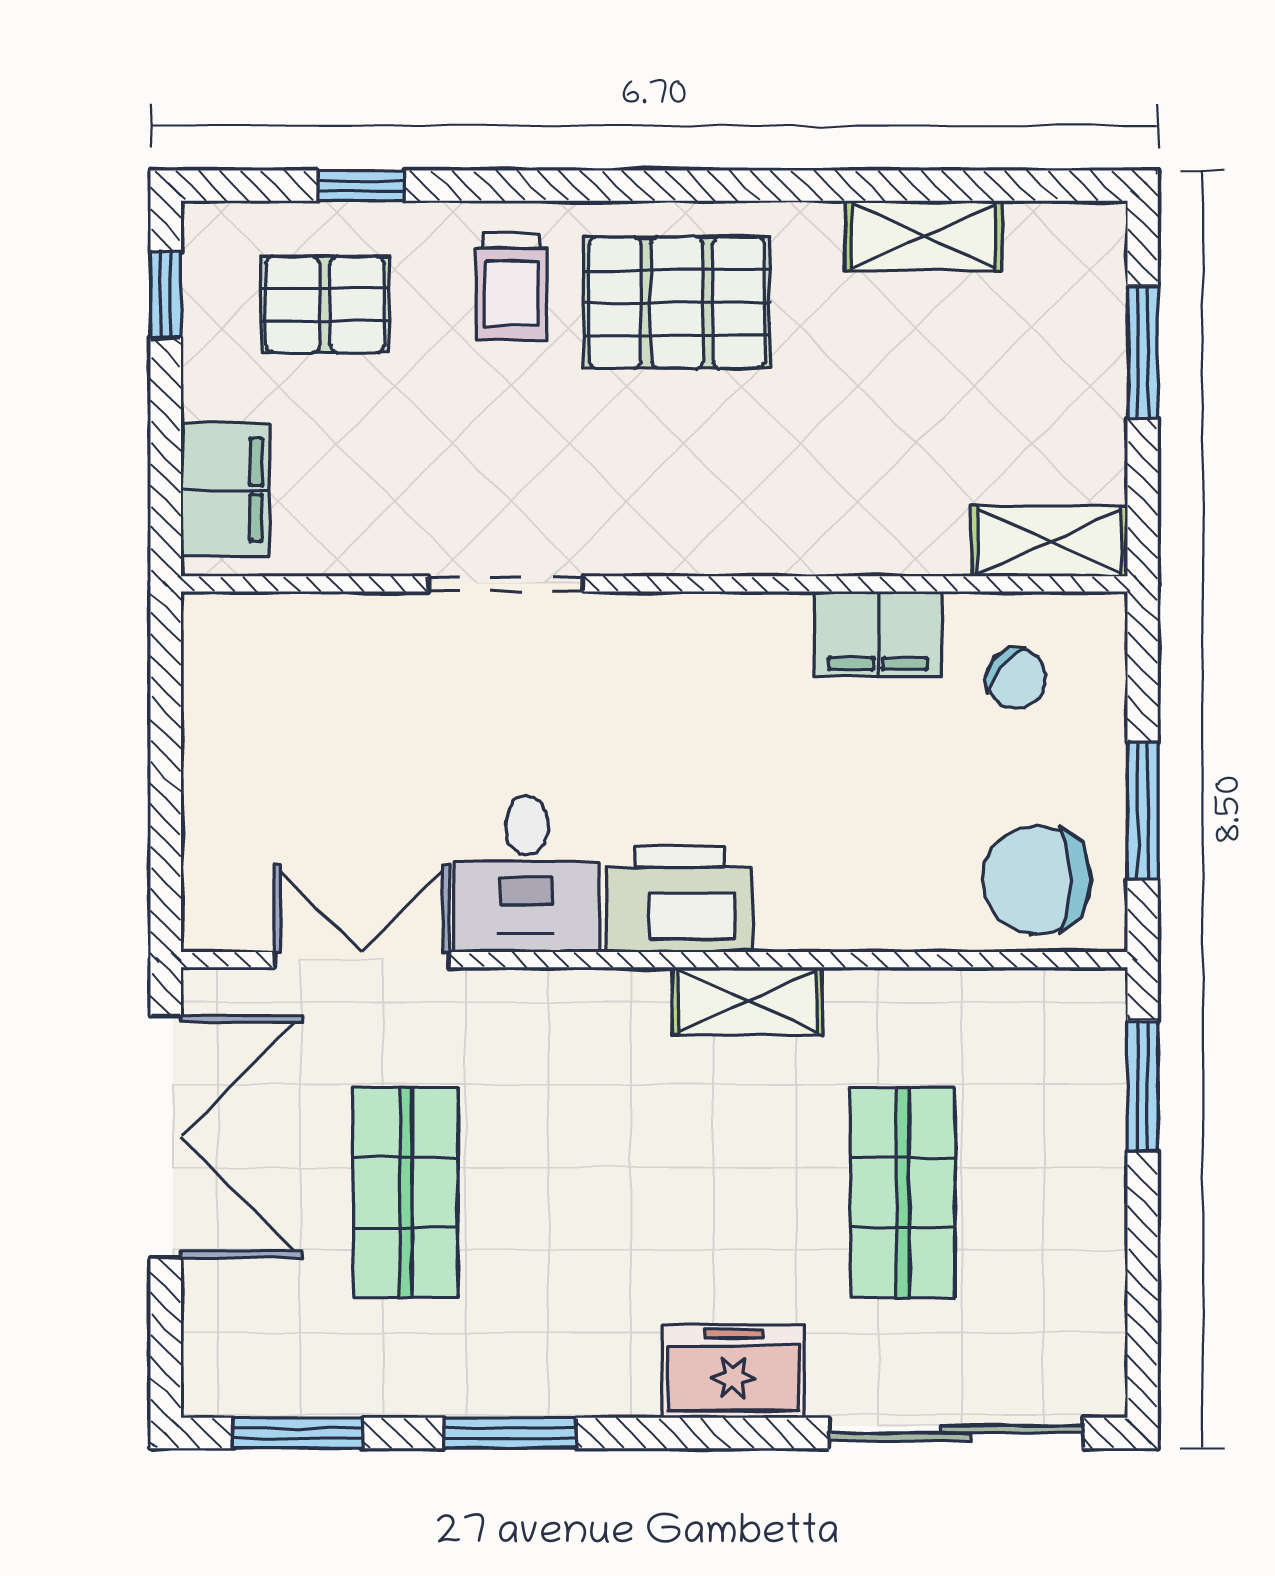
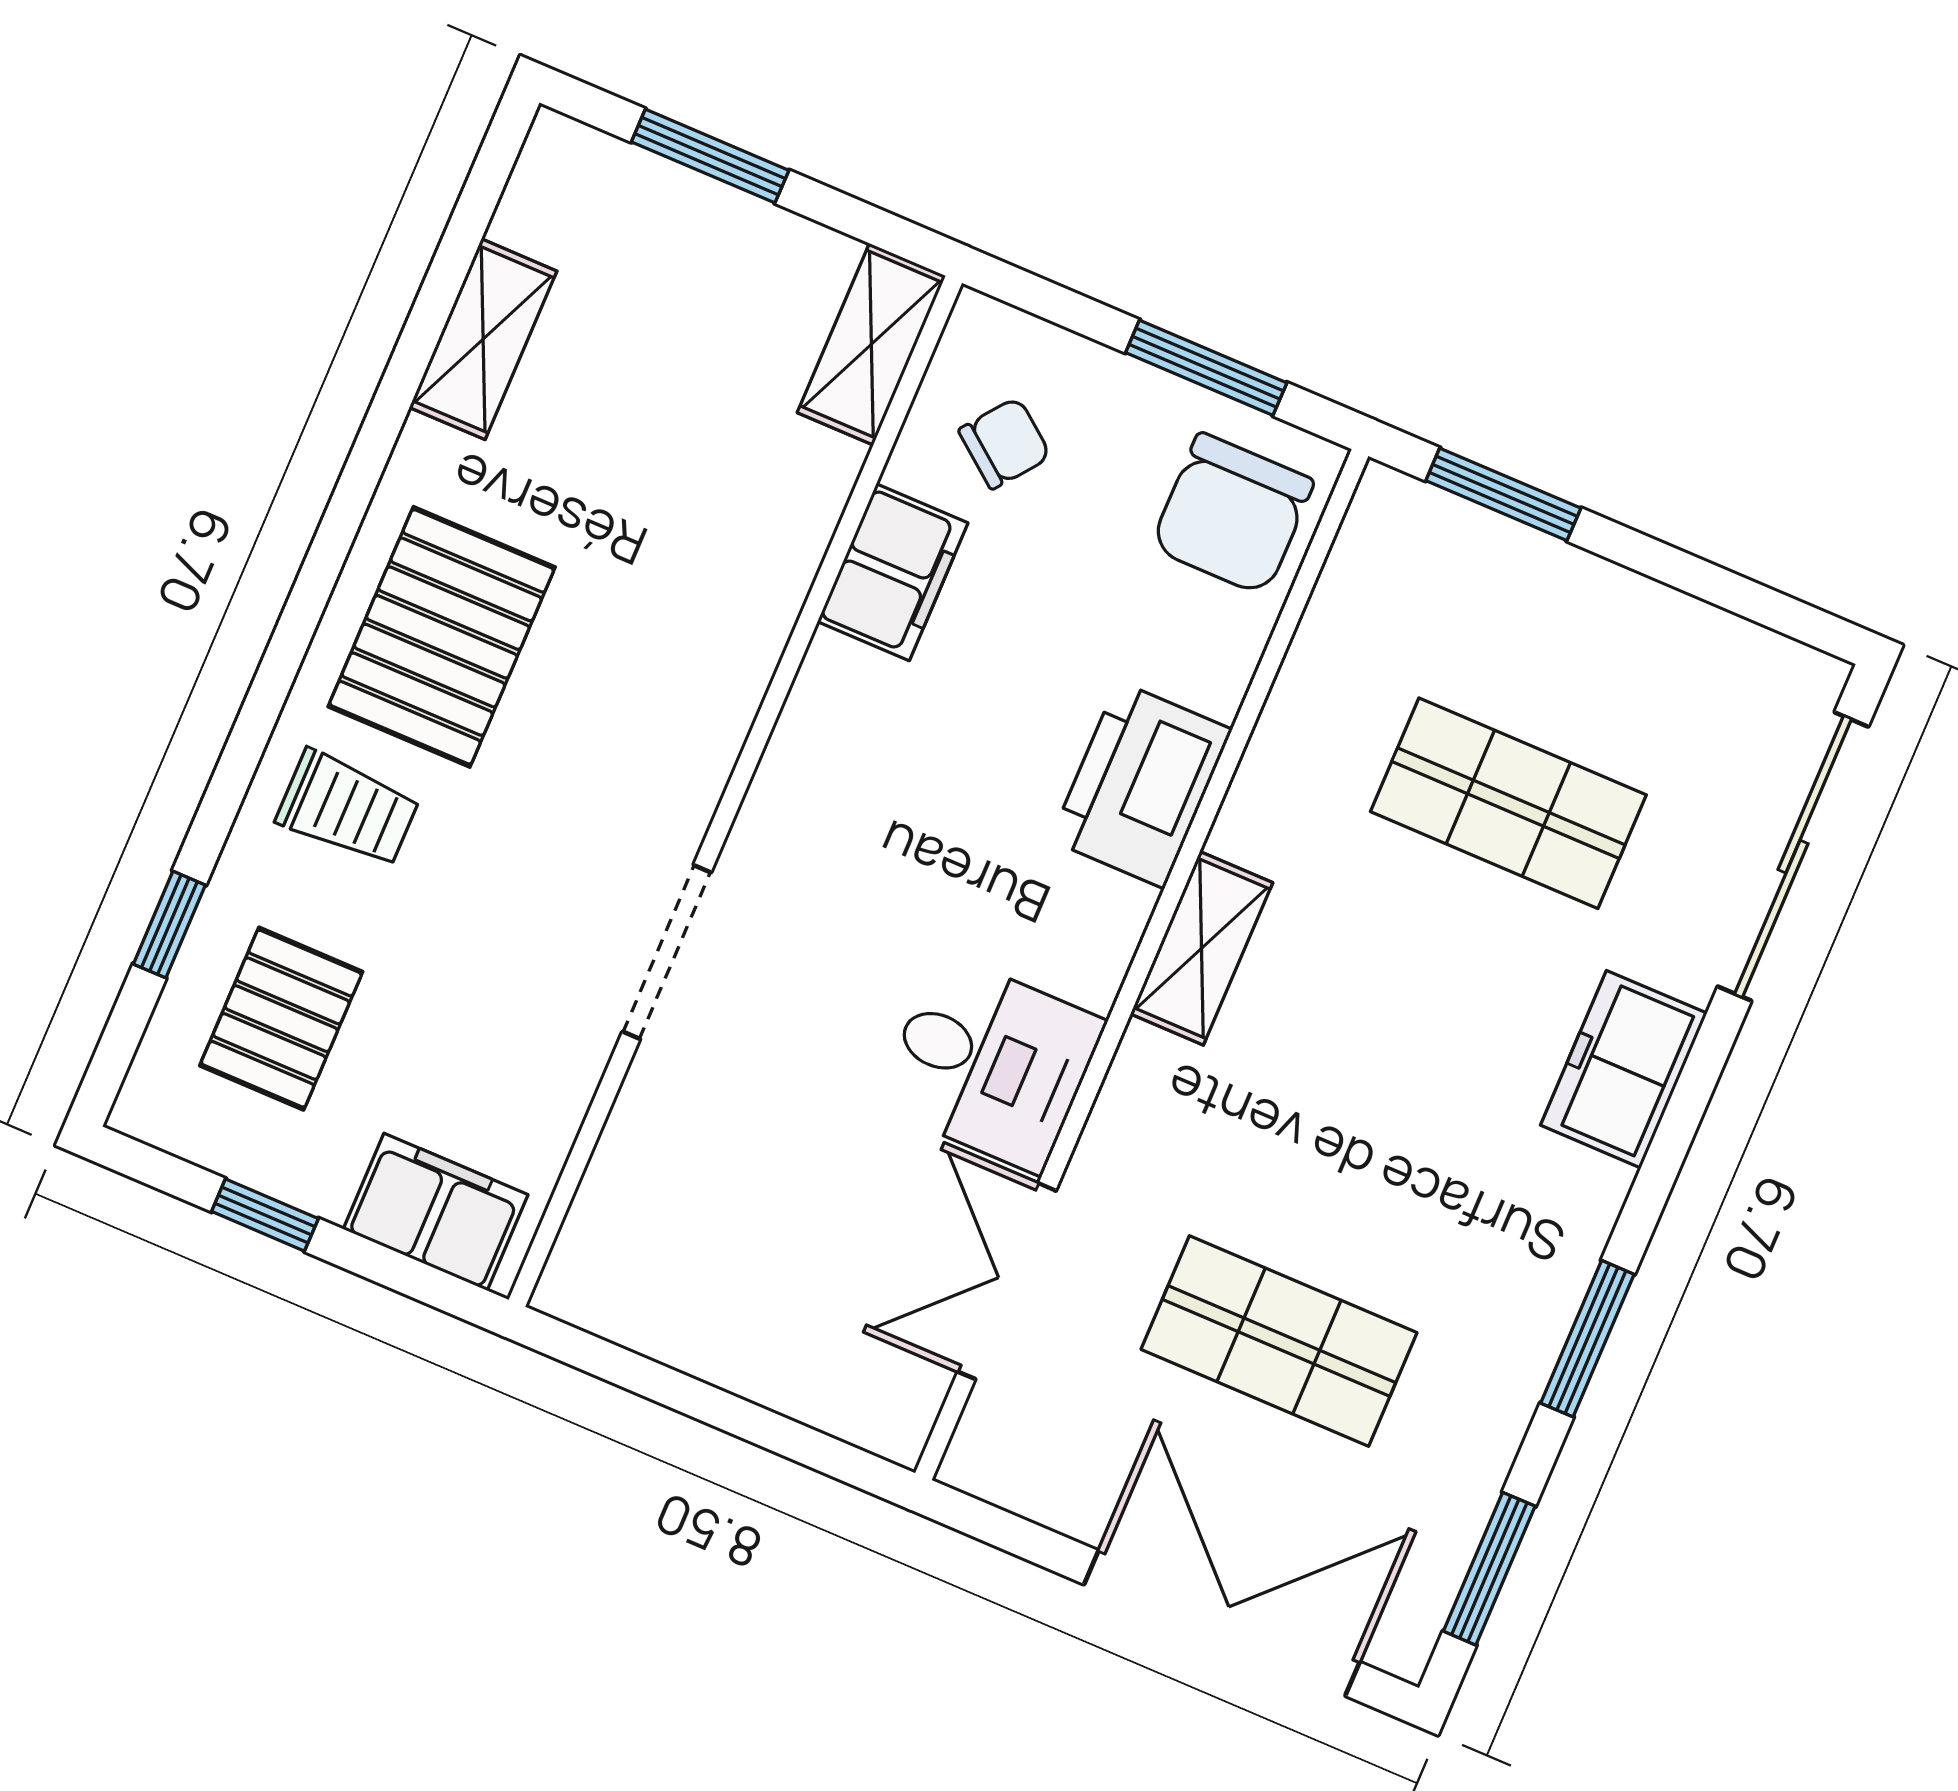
window: (166, 295) -> (265, 1215), moved
printer: (679, 899) -> (1141, 785), moved
shelving: (747, 1001) -> (1202, 948), moved
double door: (166, 1137) -> (1222, 1623), moved

